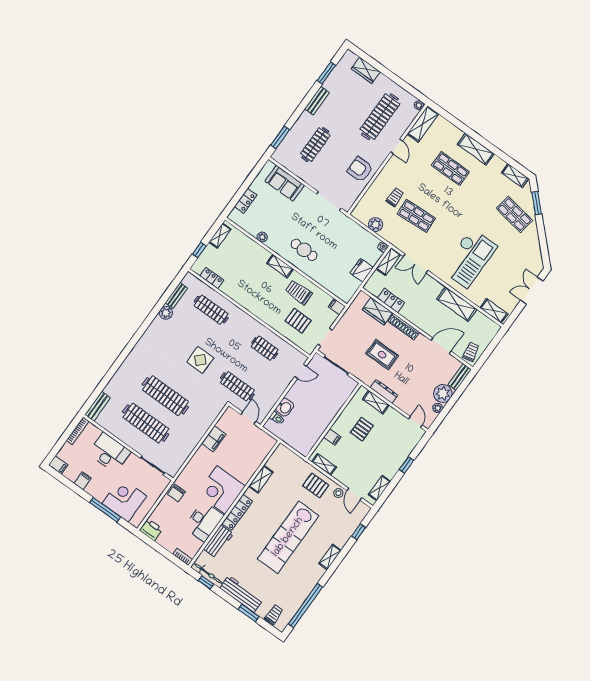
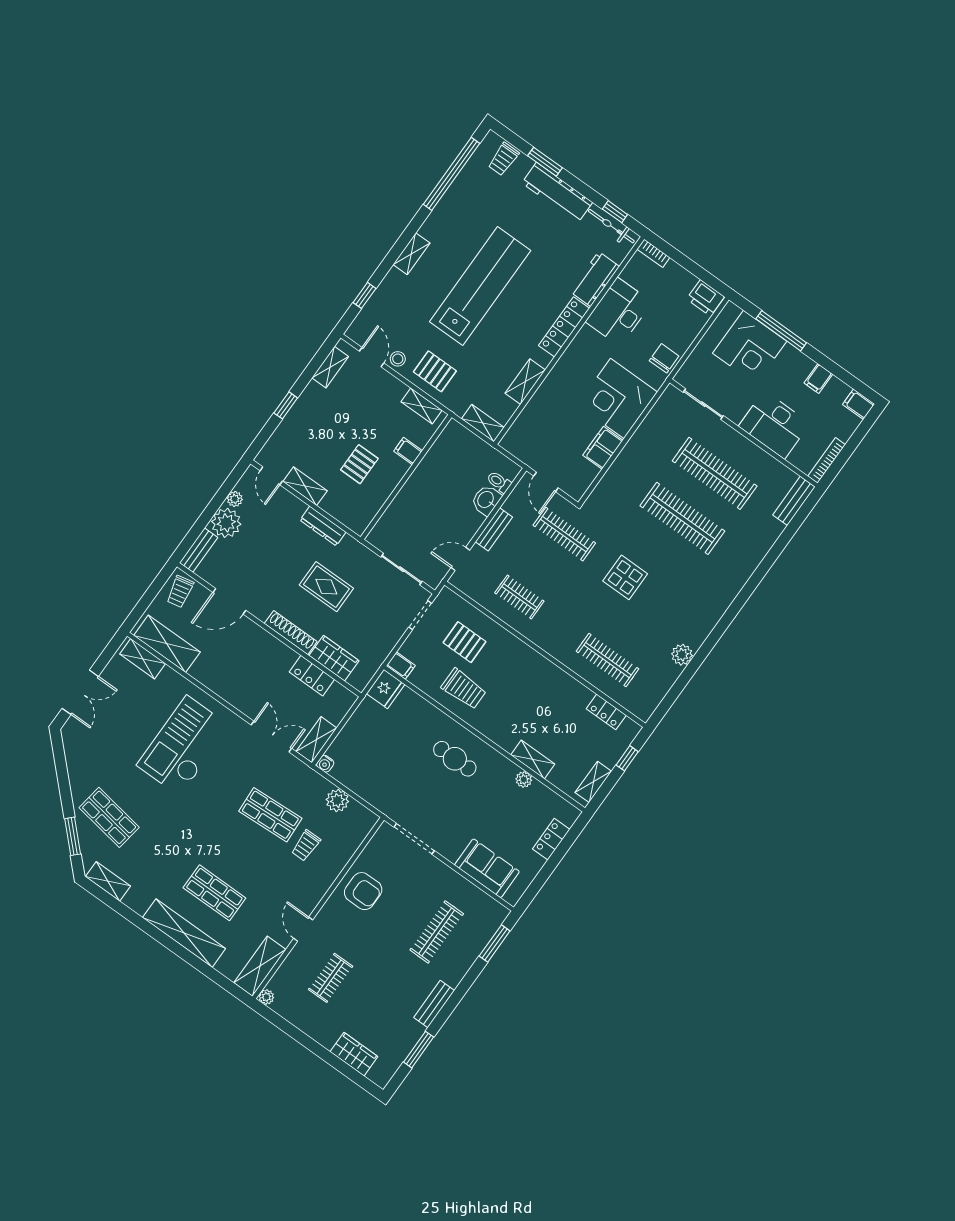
clothes rail: (380, 117) -> (331, 978), width x0.54, depth x0.76
shelving: (476, 149) -> (184, 933), width x1.47
shelving: (280, 266) -> (533, 759), moved
fridge: (362, 270) -> (386, 689), moved
bench: (176, 295) -> (494, 529), moved
shelving: (457, 304) -> (167, 644), moved
shelving: (376, 402) -> (305, 486), moved
shelving: (287, 454) -> (483, 423), added
corner desk: (221, 490) -> (617, 399), moved, turned 180

